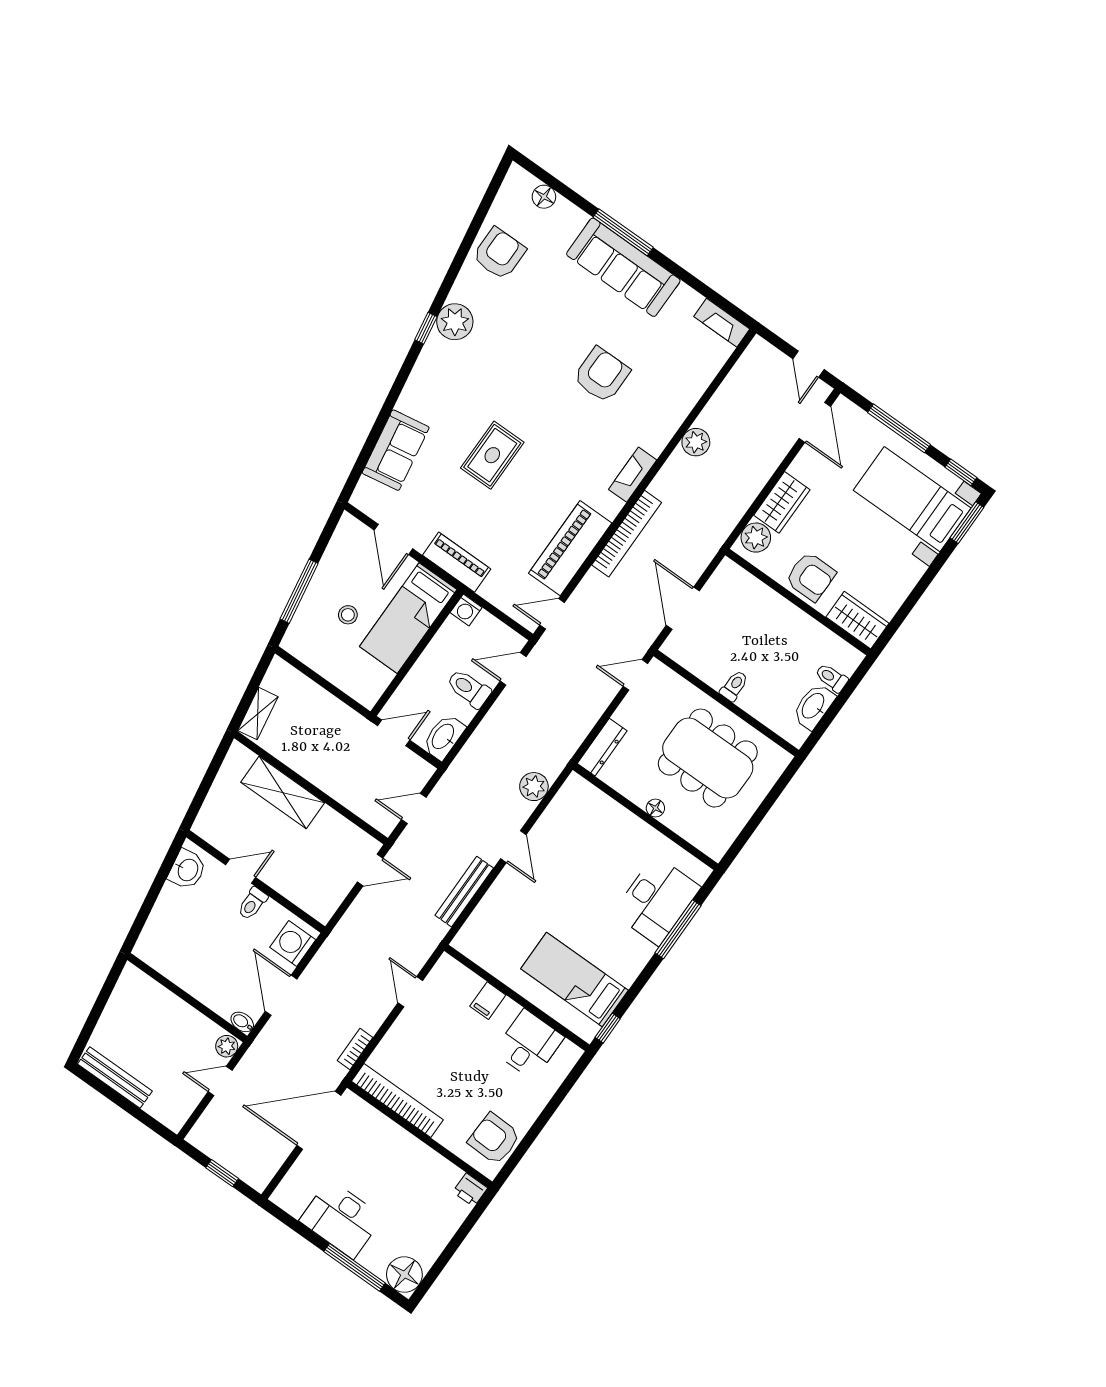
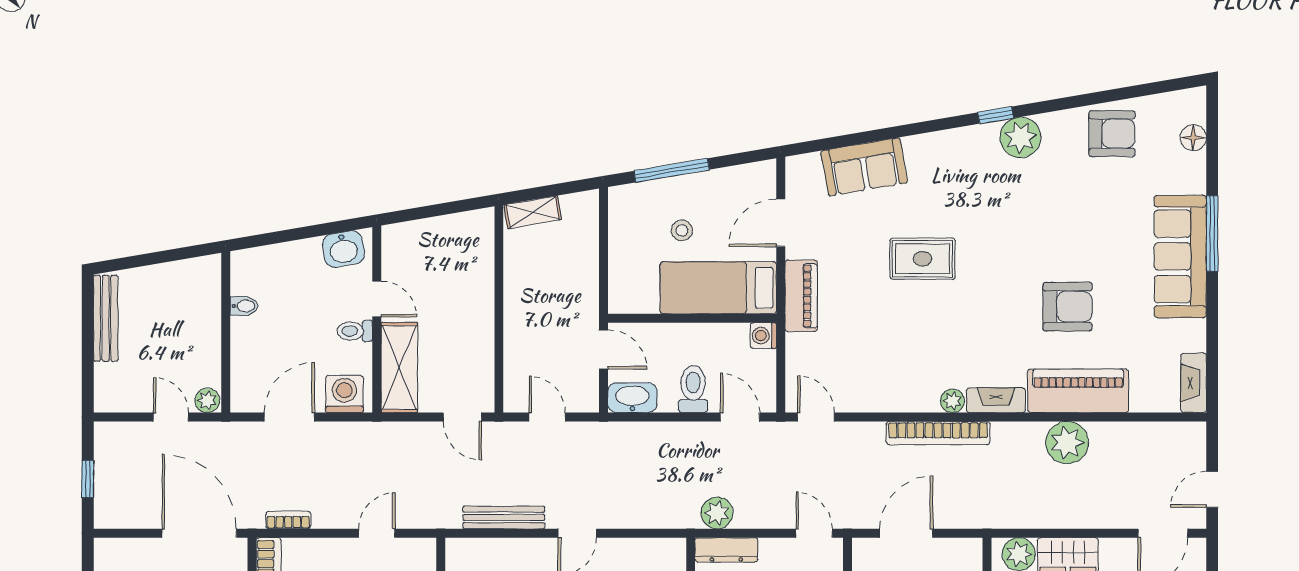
plant: (696, 442) -> (1067, 443), width x1.36, depth x1.36
plant: (611, 507) -> (952, 401), added
piano: (570, 548) -> (1078, 391), moved
plant: (534, 787) -> (717, 513), moved
shelving: (283, 792) -> (399, 367), moved
bidet: (242, 1022) -> (244, 306), moved, turned 90

